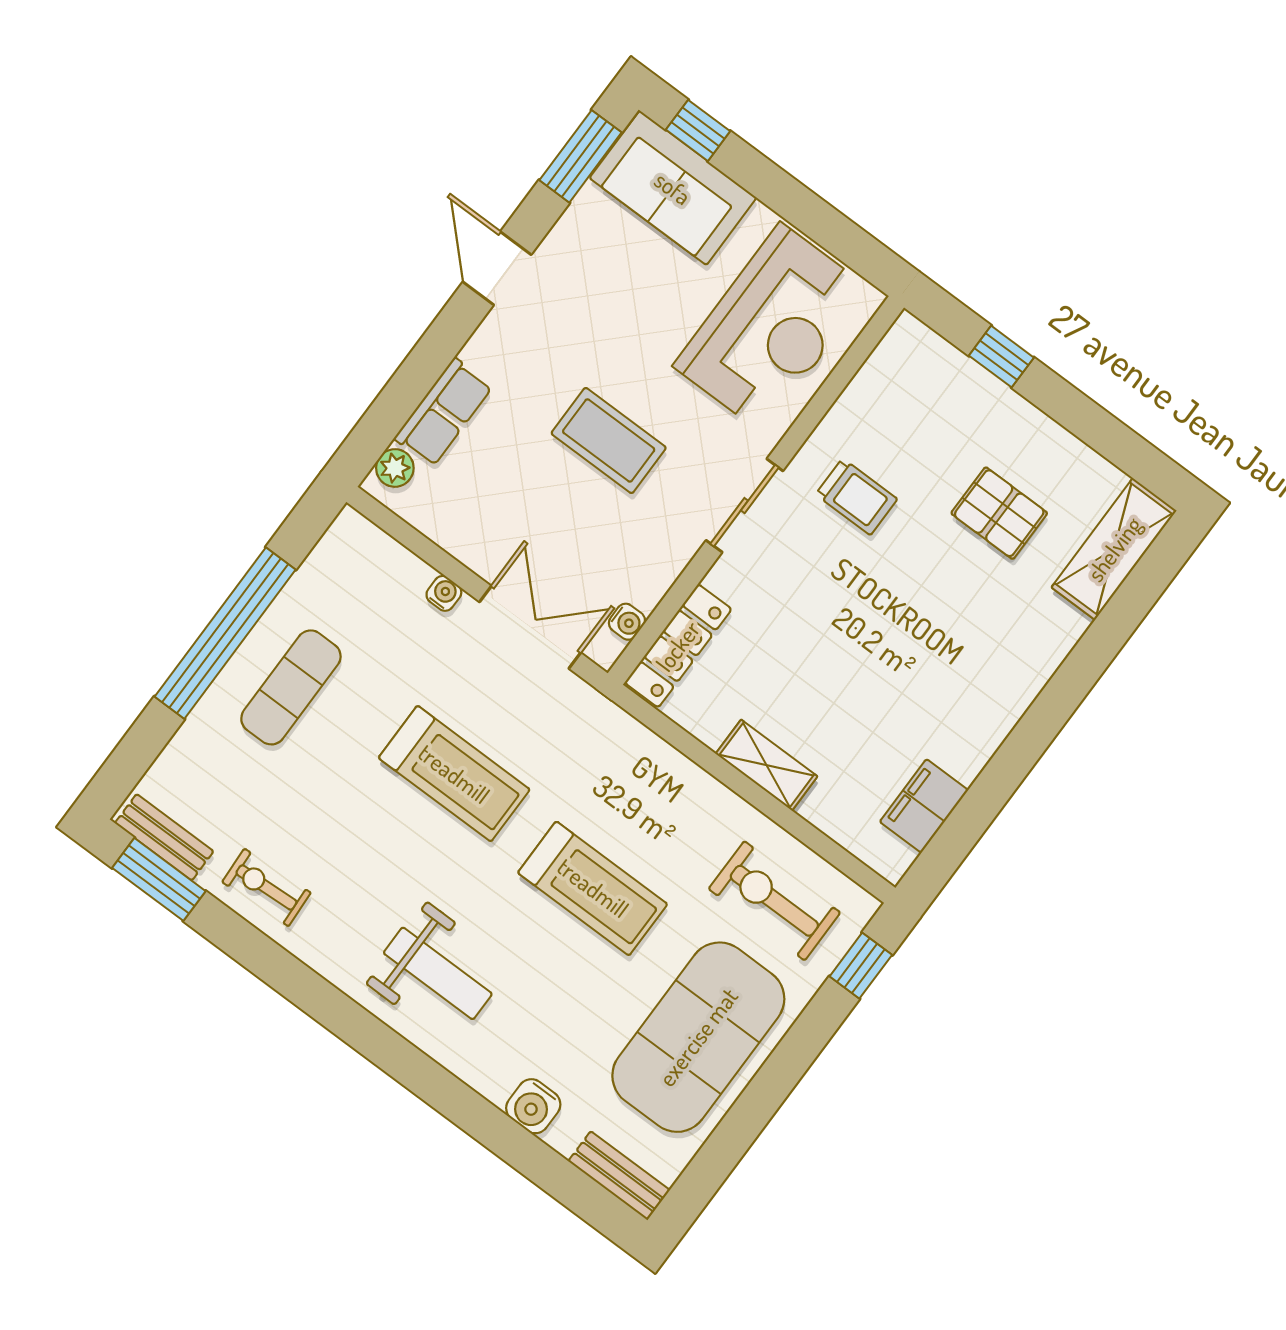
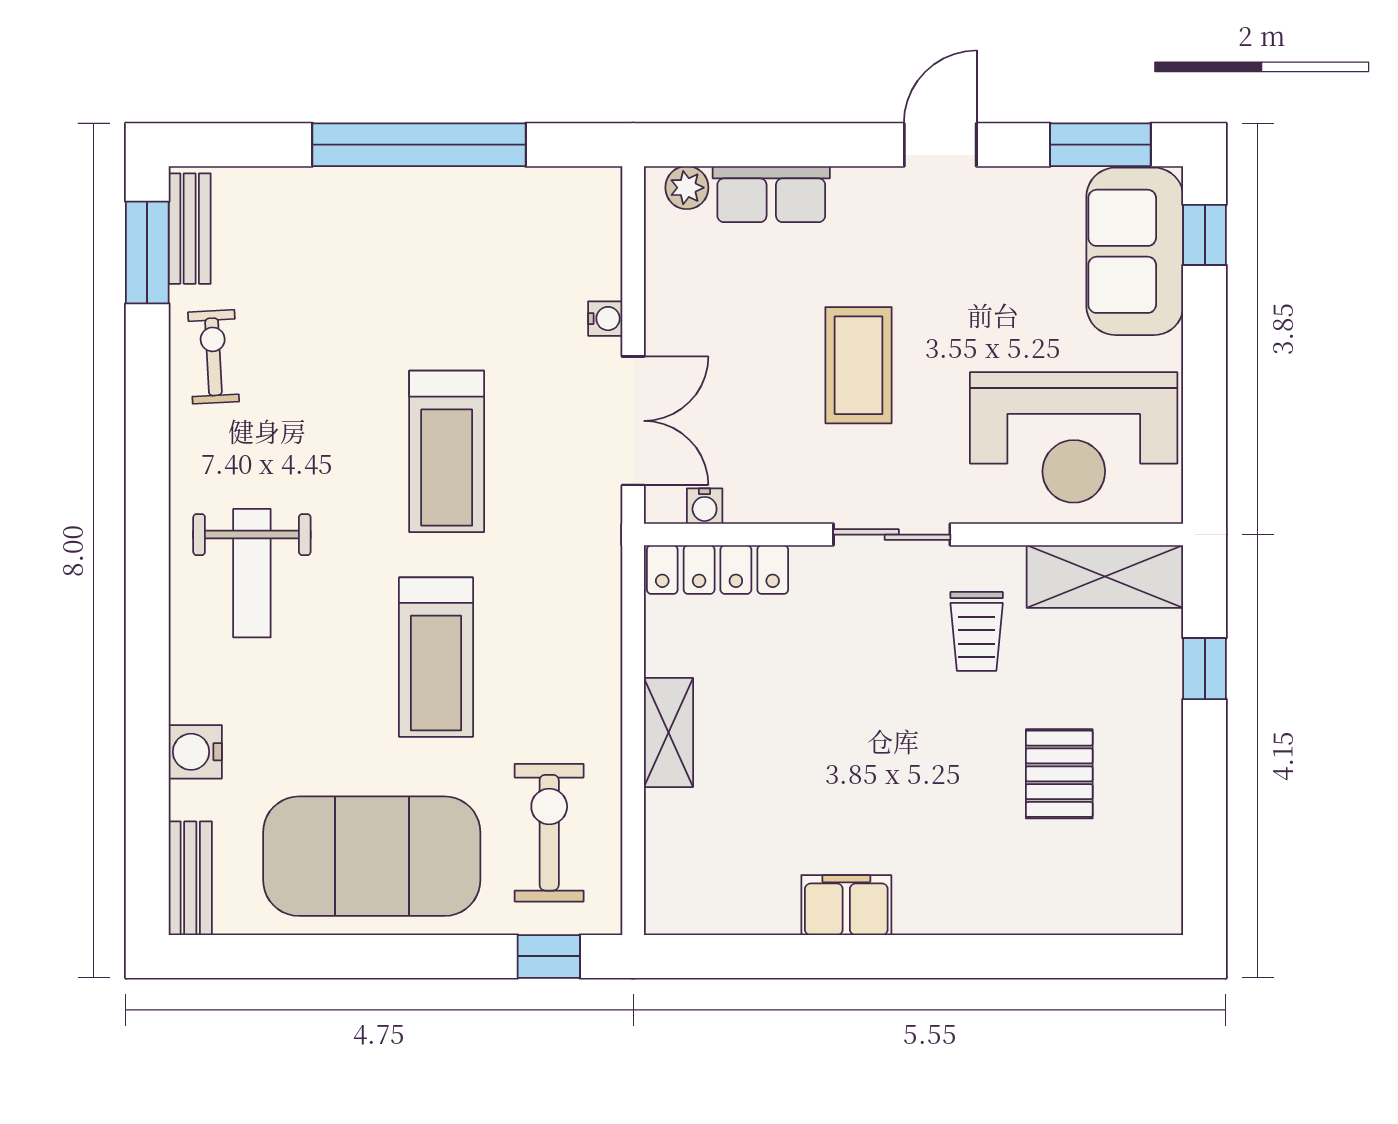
shelving: (1114, 549) -> (1105, 577), moved
exercise mat: (291, 687) -> (414, 242), removed
filing cabinet: (924, 806) -> (846, 905), moved

